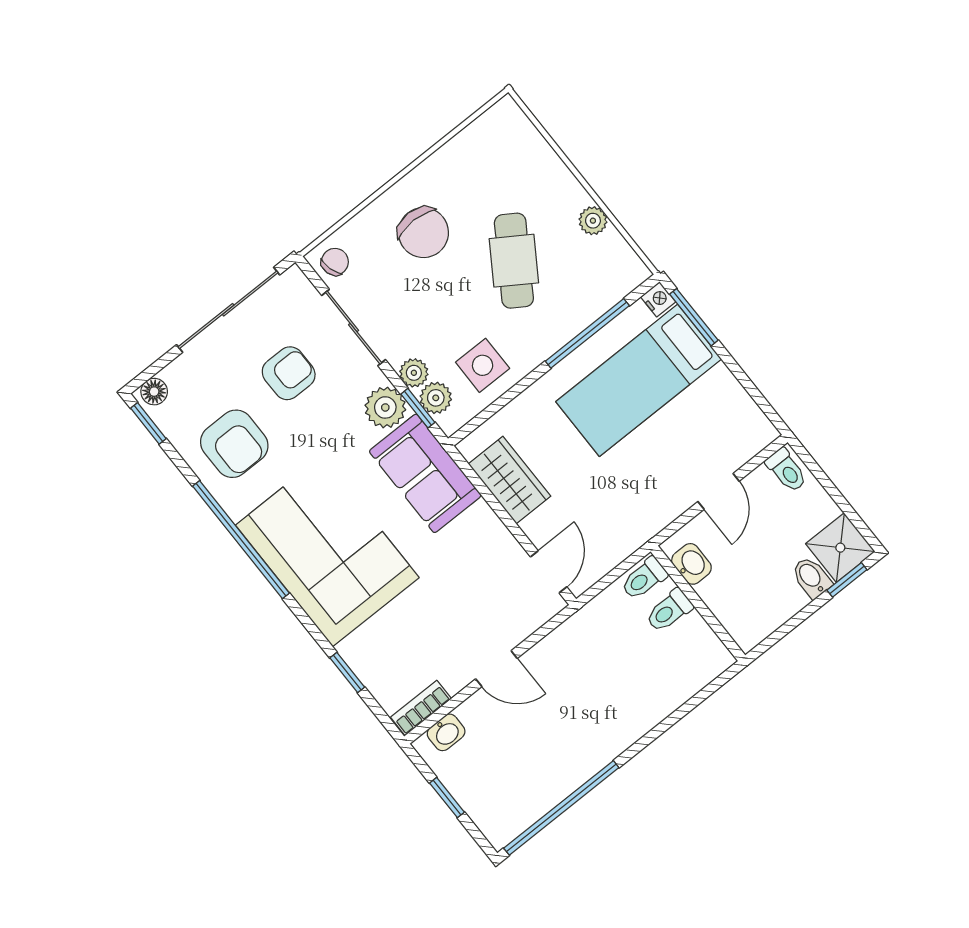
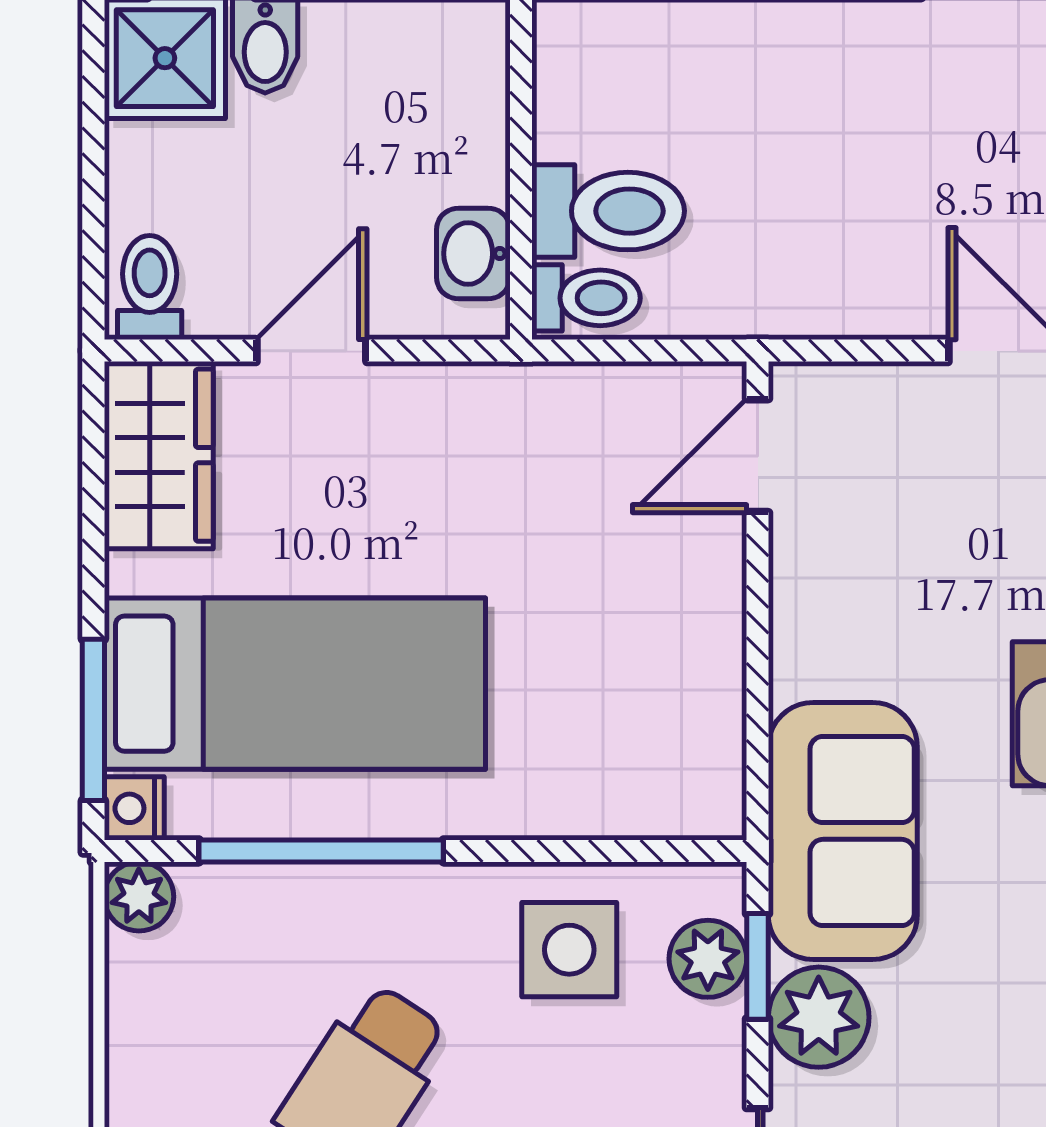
plant: (593, 221) -> (139, 897), moved
plant: (414, 373) -> (712, 1040), removed
wardrobe: (510, 480) -> (159, 455), moved, turned 180
toilet: (669, 611) -> (608, 211), width x1.37, depth x1.39

